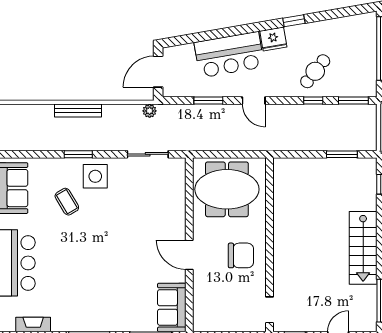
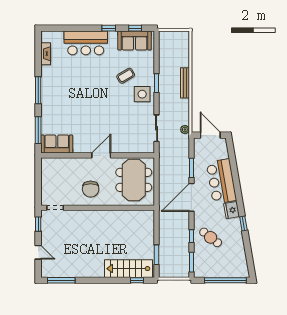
door: (254, 101) -> (191, 197), width x1.88
stairs: (363, 248) -> (128, 269), moved
door: (189, 255) -> (101, 155), moved

